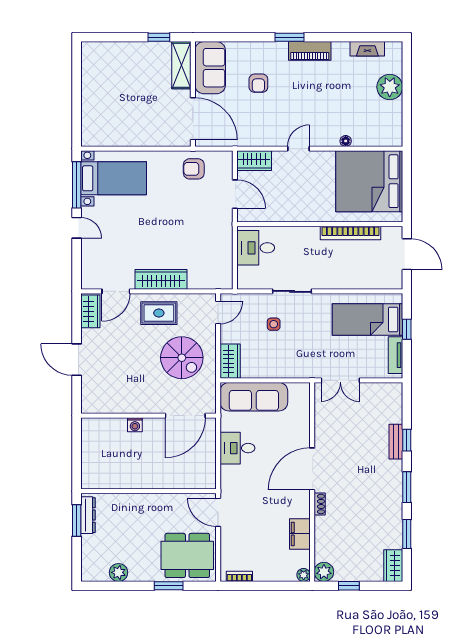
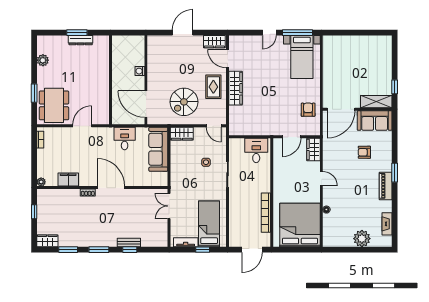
wall: (148, 491) -> (111, 80), moved
plant: (324, 572) -> (43, 195), removed

